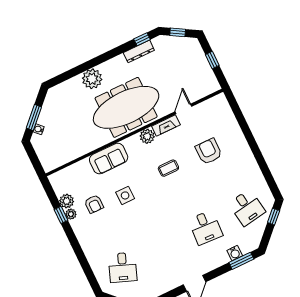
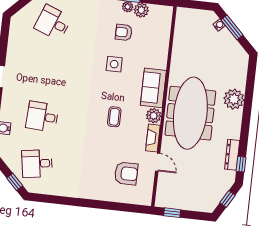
window: (212, 60) -> (172, 213), moved
armchair: (209, 151) -> (126, 173), moved
sofa: (109, 159) -> (153, 88), moved

